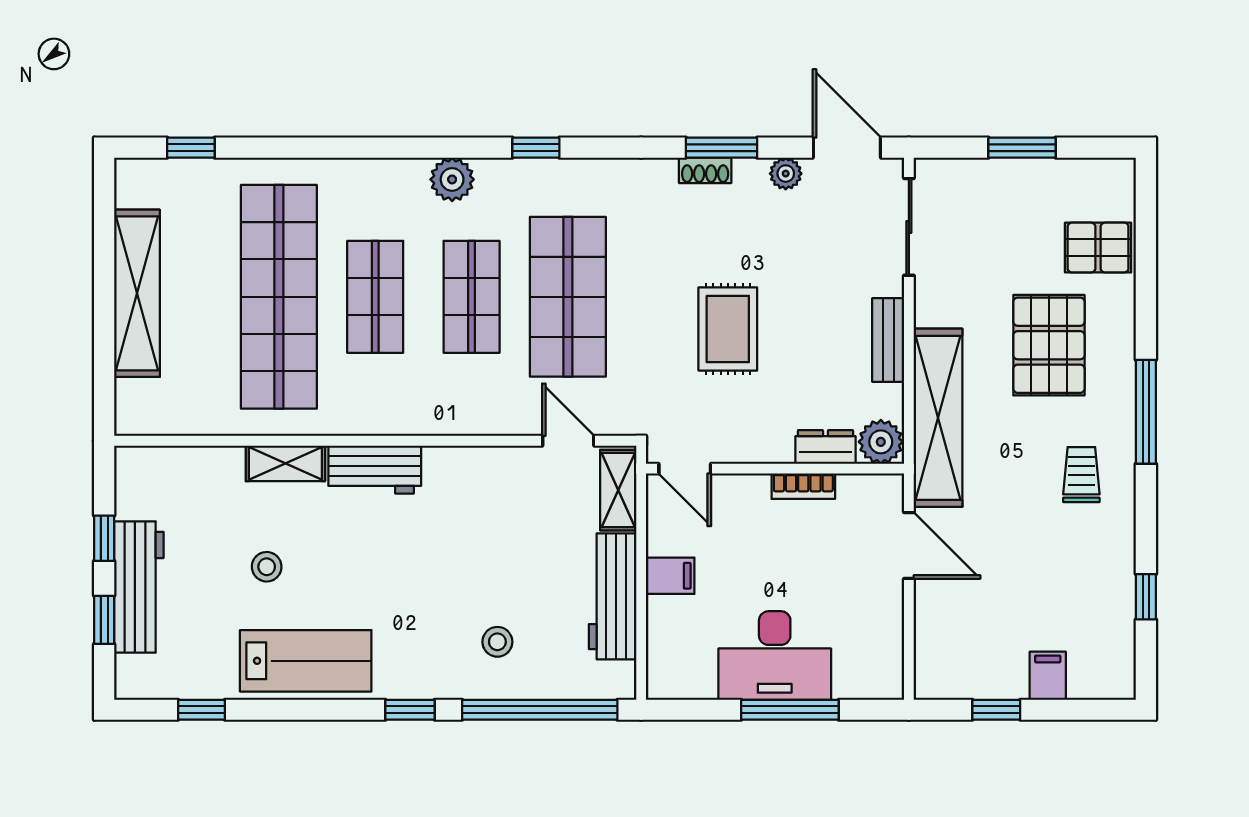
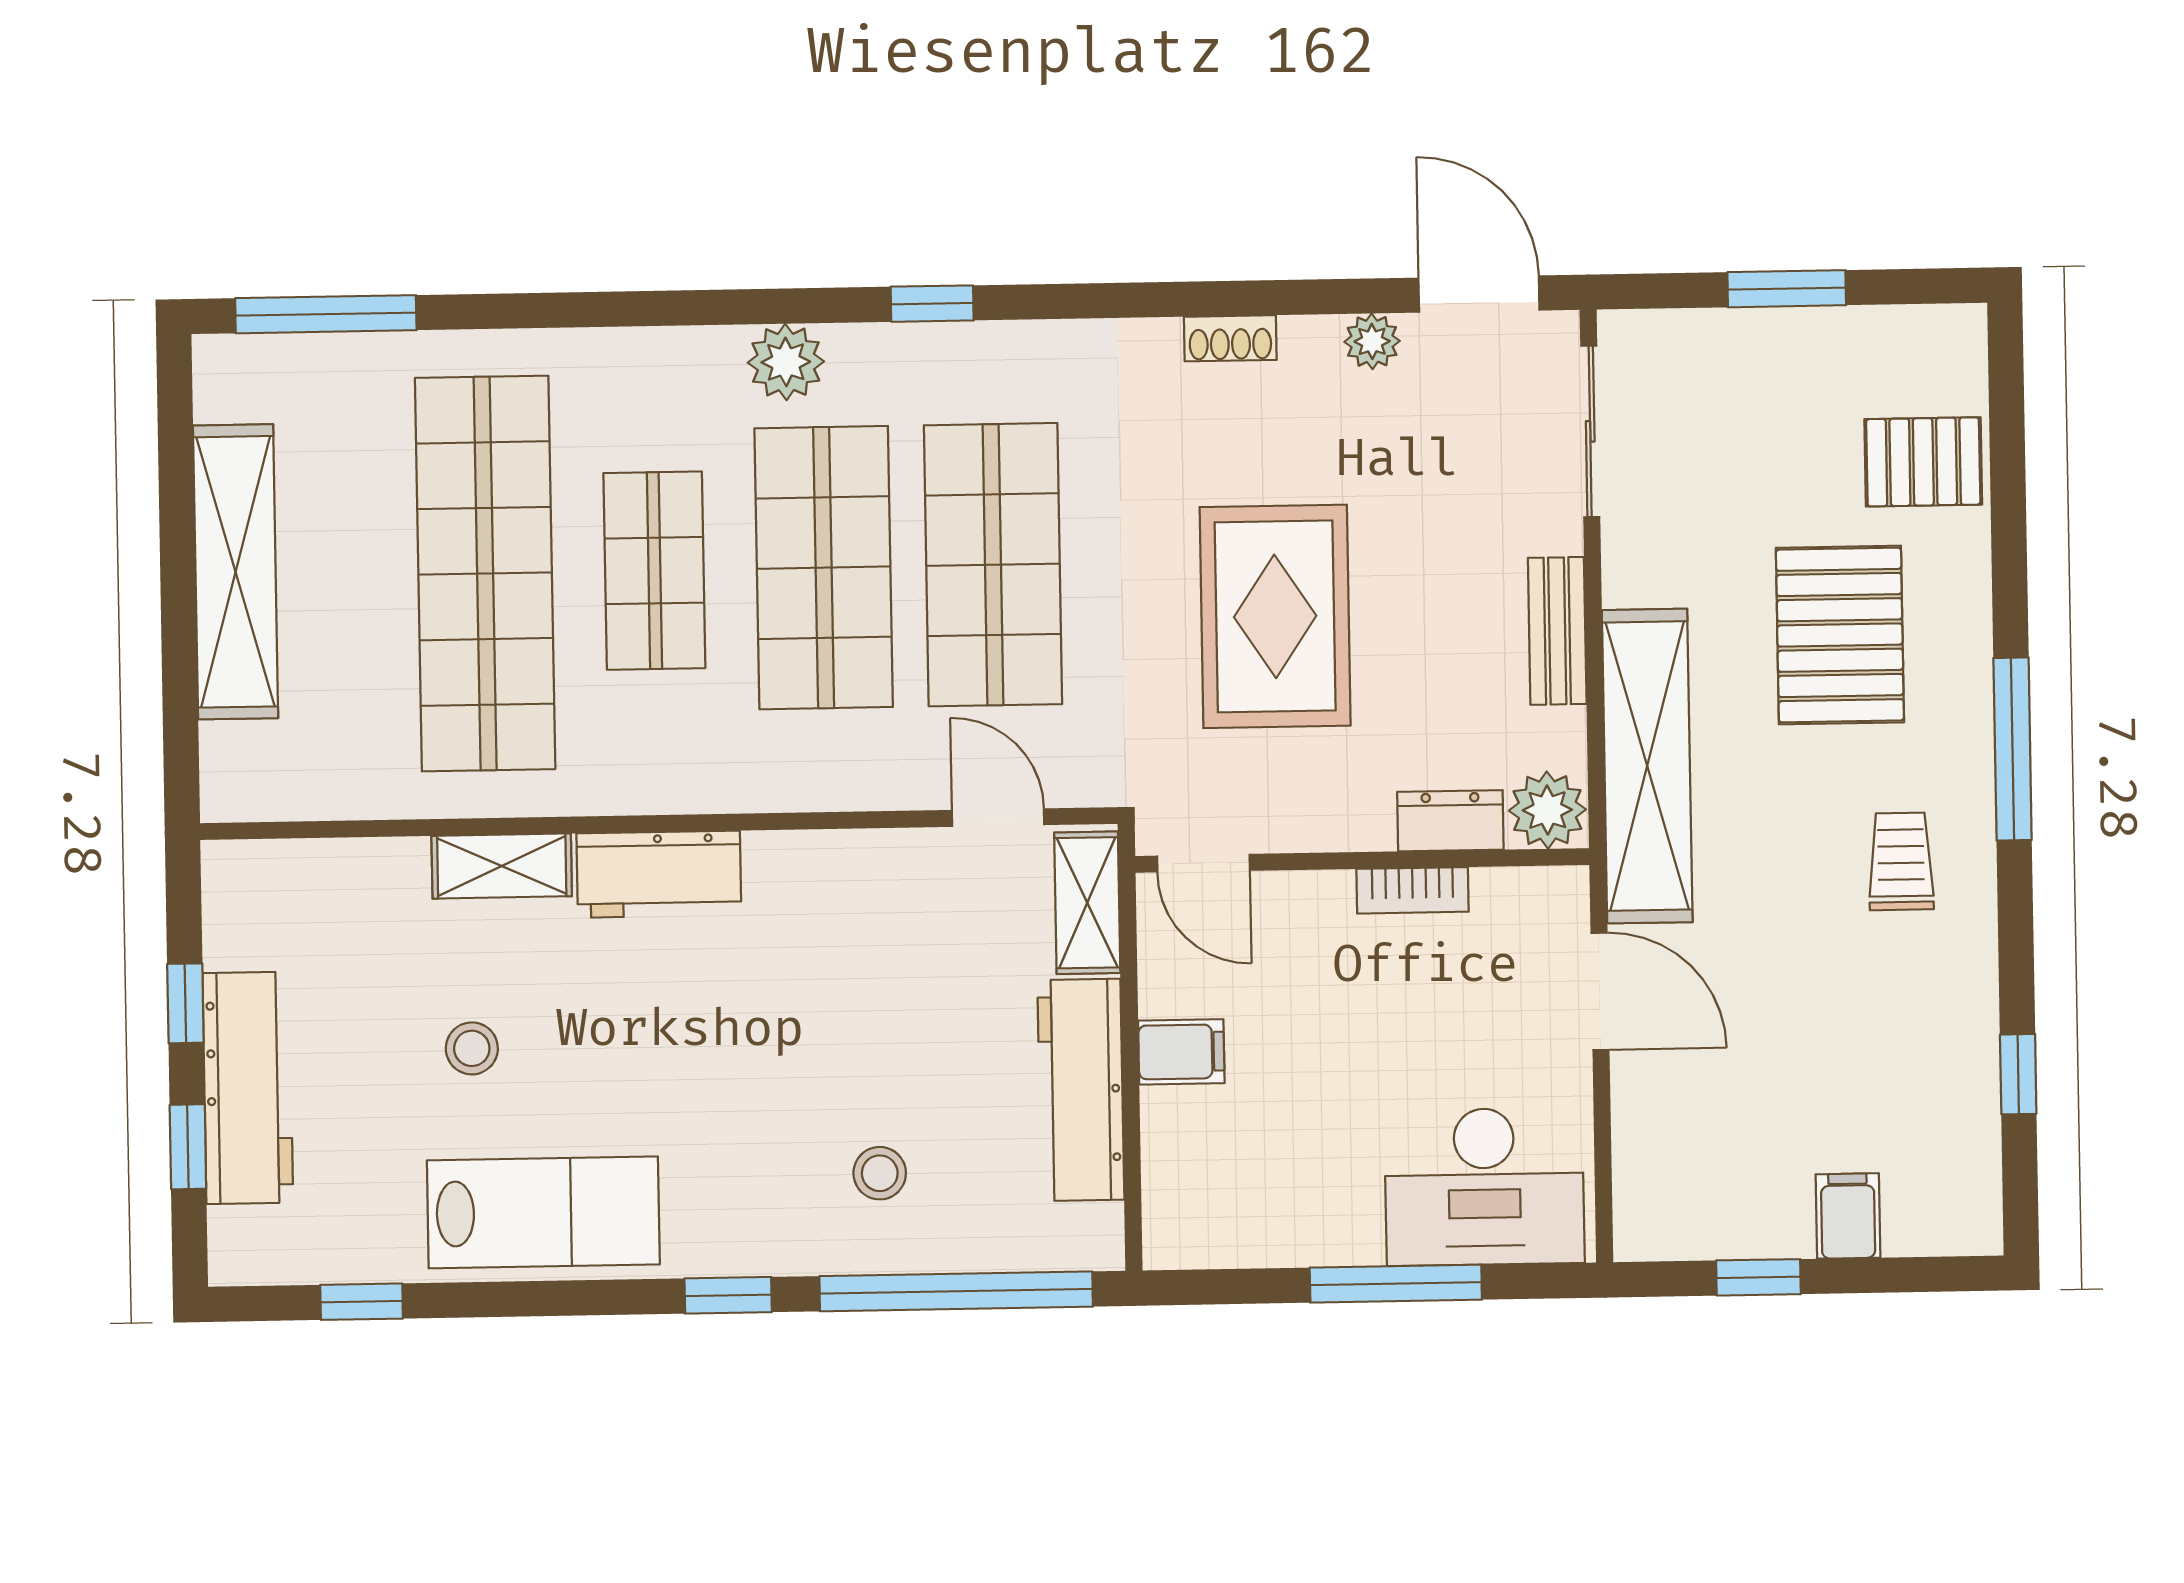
window: (191, 148) -> (326, 314), width x2.17
window: (721, 148) -> (1258, 298), removed
shop shelf: (472, 297) -> (824, 568), width x1.43, depth x1.36
rug: (728, 329) -> (1275, 616), width x1.36, depth x1.43
desk: (775, 655) -> (1484, 1187), moved

